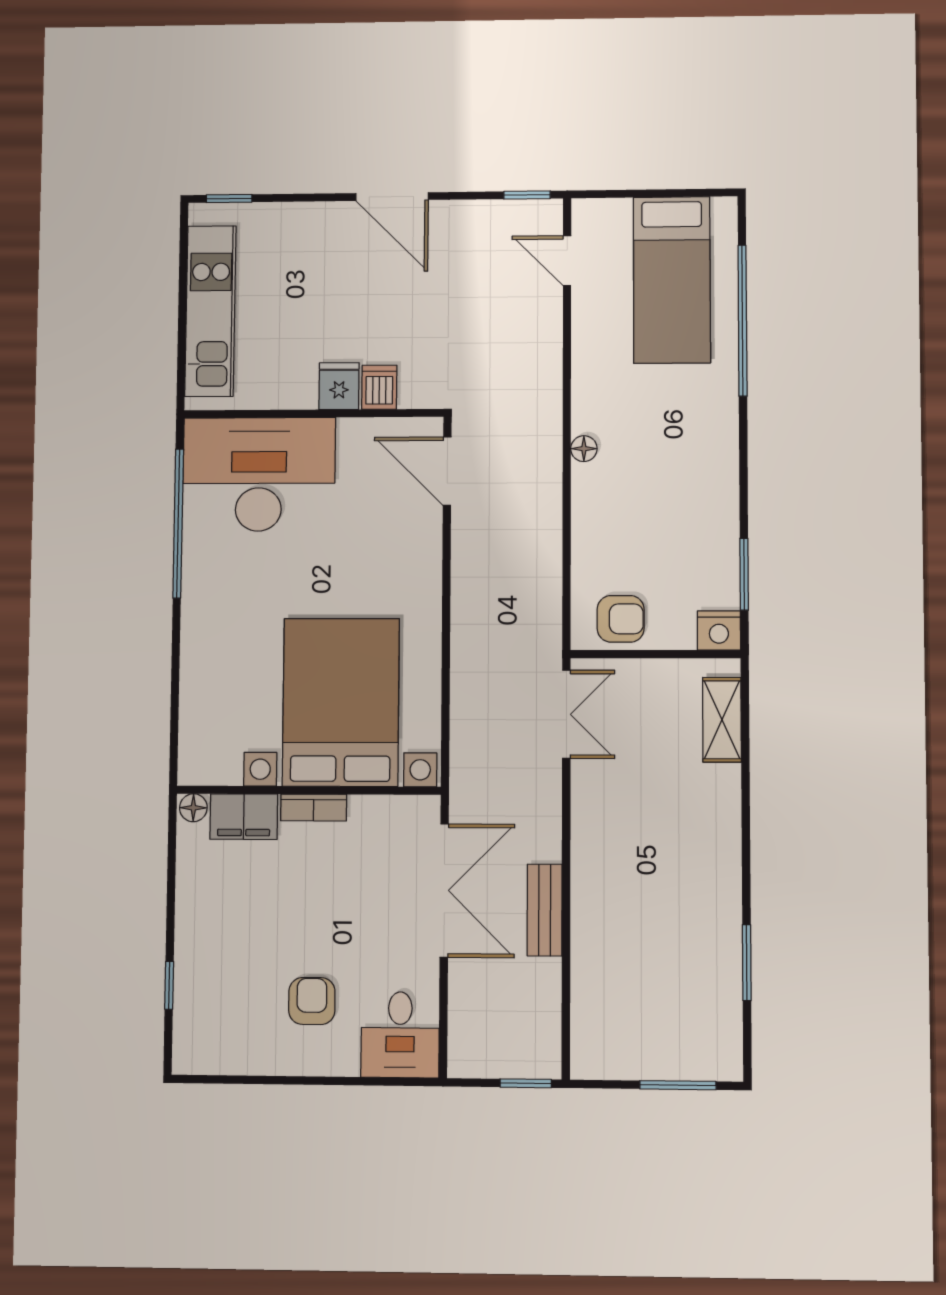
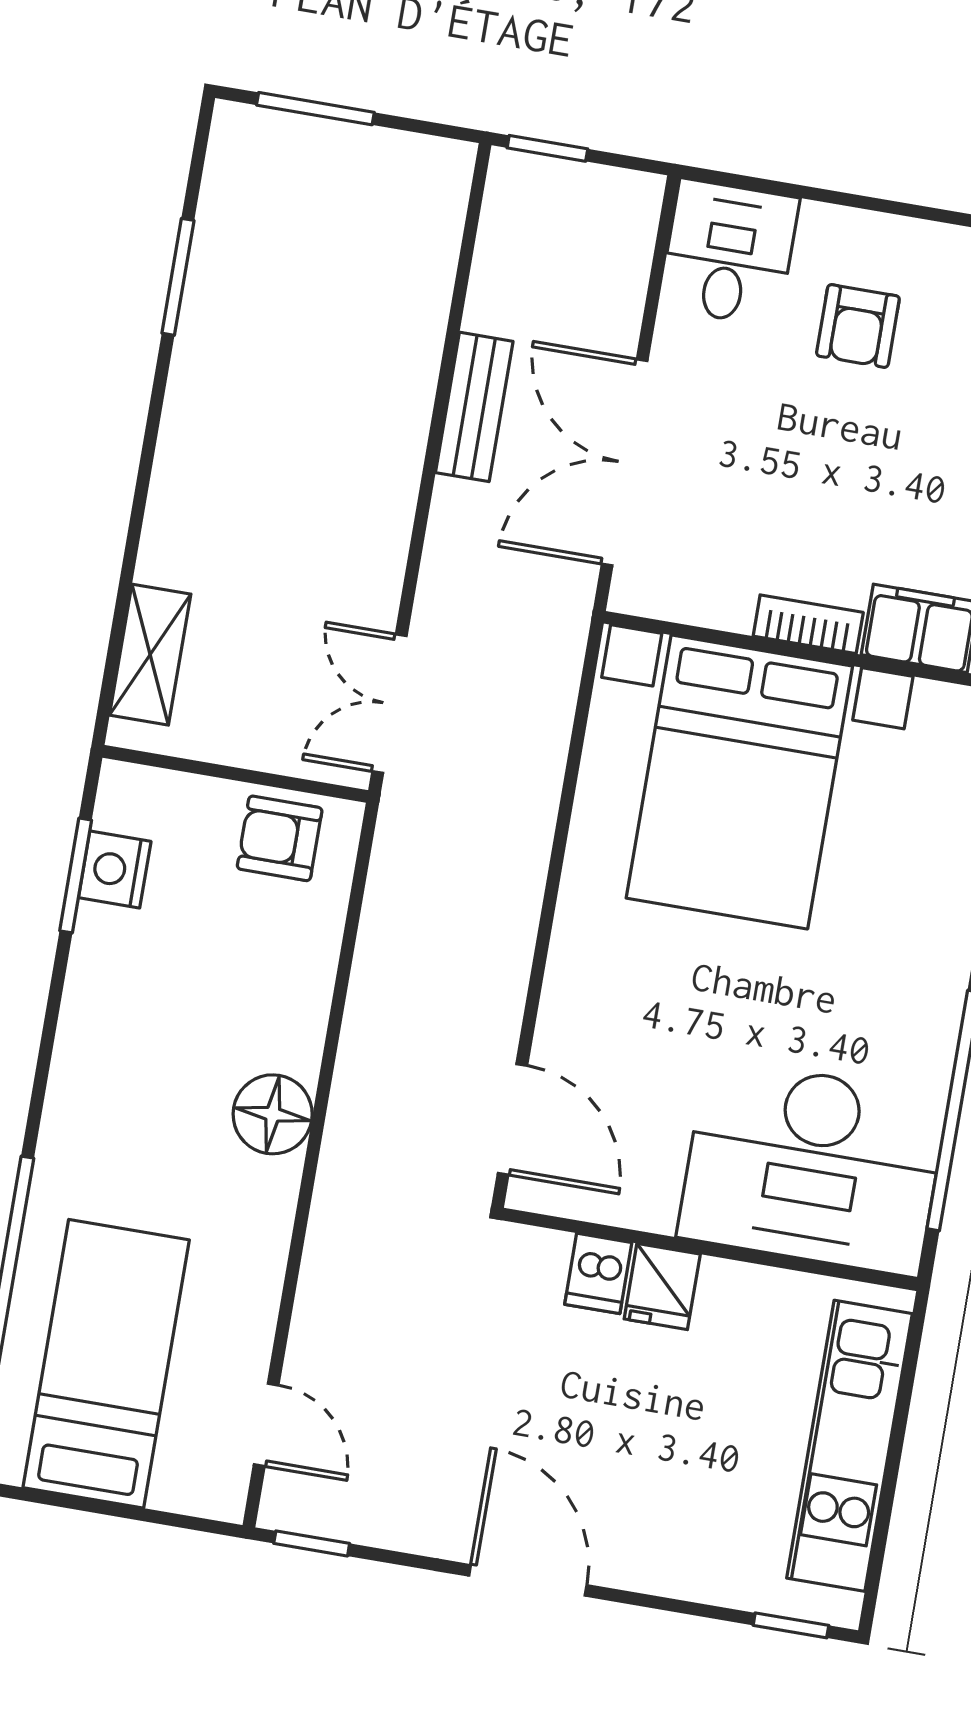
floor lamp: (584, 449) -> (273, 1114), width x1.89, depth x1.89
nightstand: (719, 631) -> (115, 870), moved, turned -90

